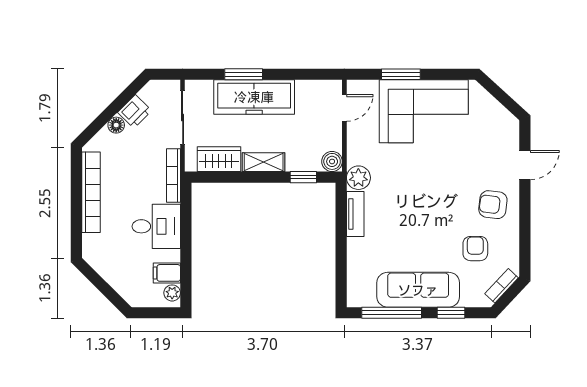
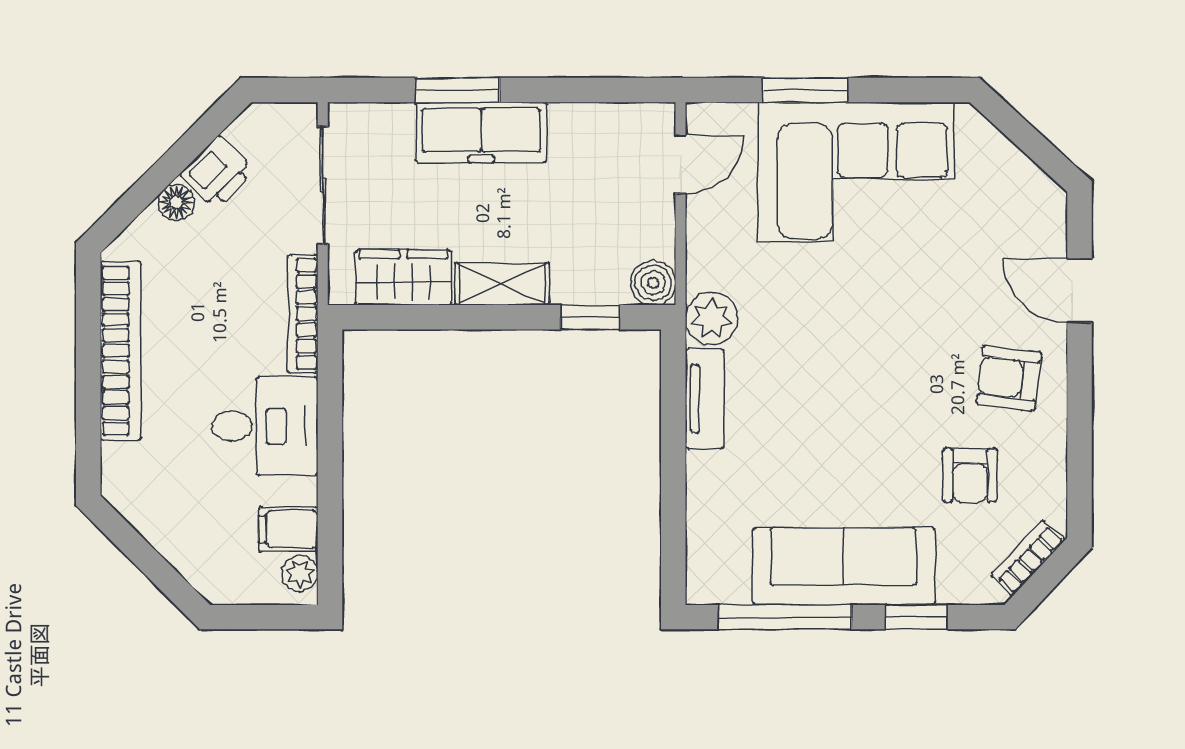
freezer: (254, 97) -> (481, 132), width x0.73, depth x0.79
door: (525, 165) -> (1079, 291), swing flipped
armchair: (475, 249) -> (970, 475), turned 180

